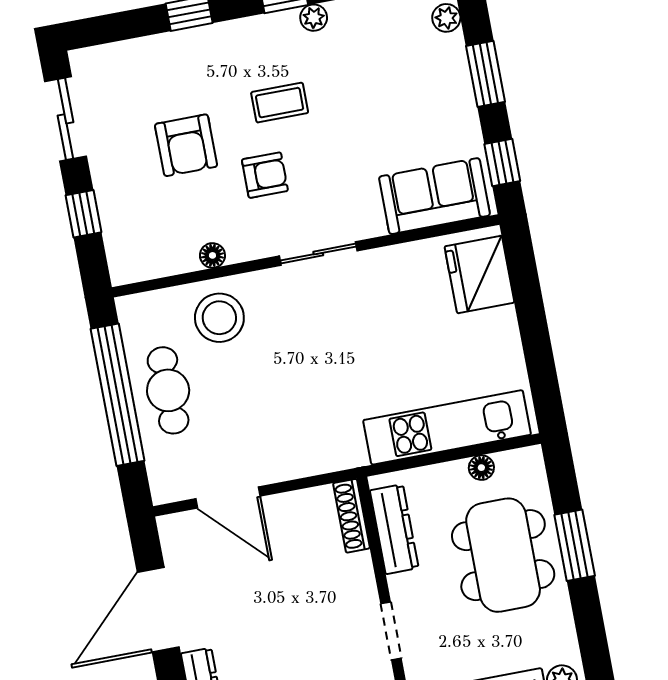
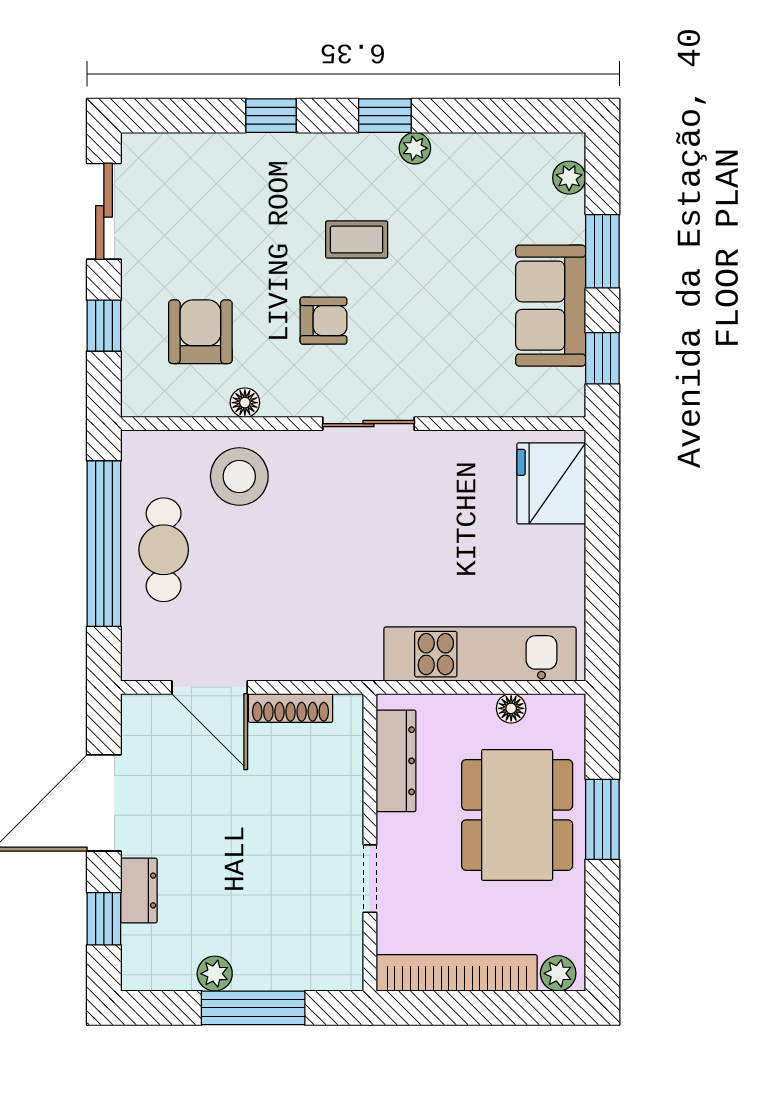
armchair: (186, 145) -> (200, 332), moved, turned 180
sofa: (434, 196) -> (551, 306), moved, turned -90
shoe rack: (351, 516) -> (291, 708), moved, turned -90

